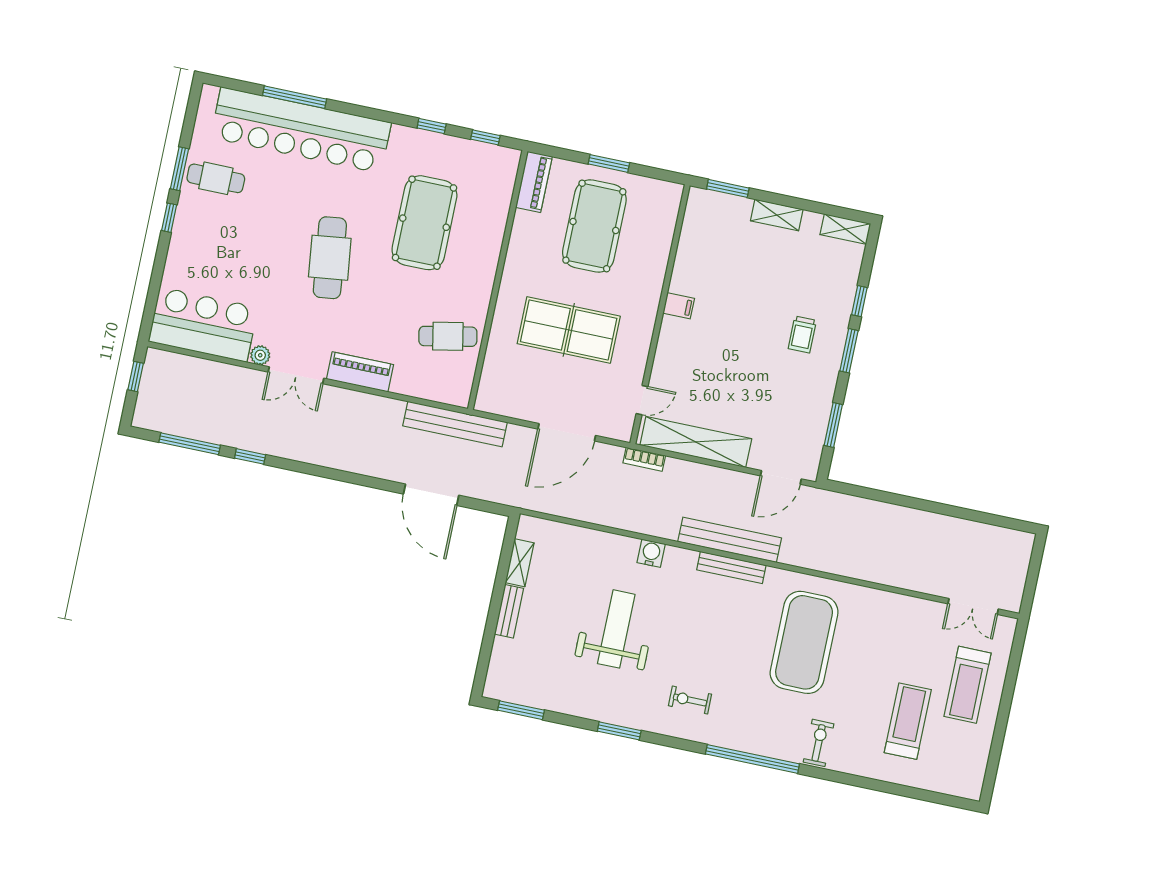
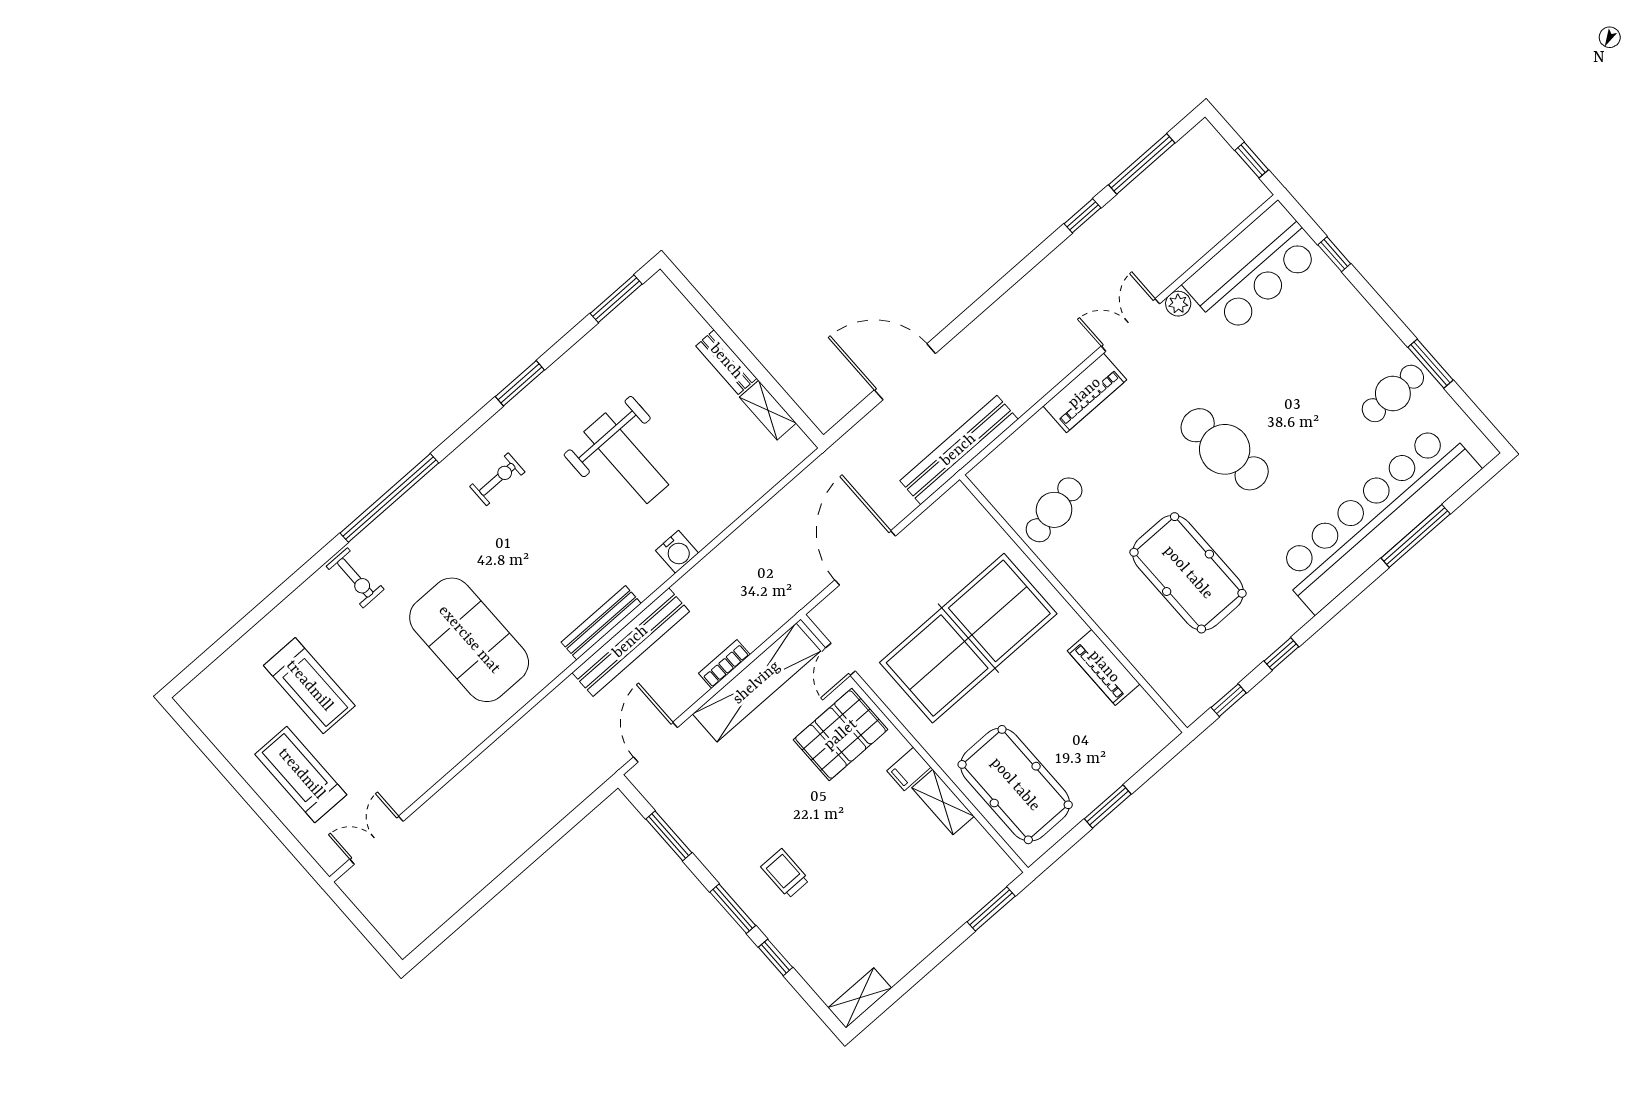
piano: (534, 182) -> (1104, 667), moved
shelving: (777, 215) -> (943, 802), moved, turned 90
window: (169, 218) -> (1334, 254), moved
pool table: (594, 226) -> (1015, 785), moved
table tennis table: (569, 330) -> (968, 638), width x1.36, depth x1.32
pallet: (689, 365) -> (841, 735), added
bookcase: (644, 459) -> (724, 664), moved

